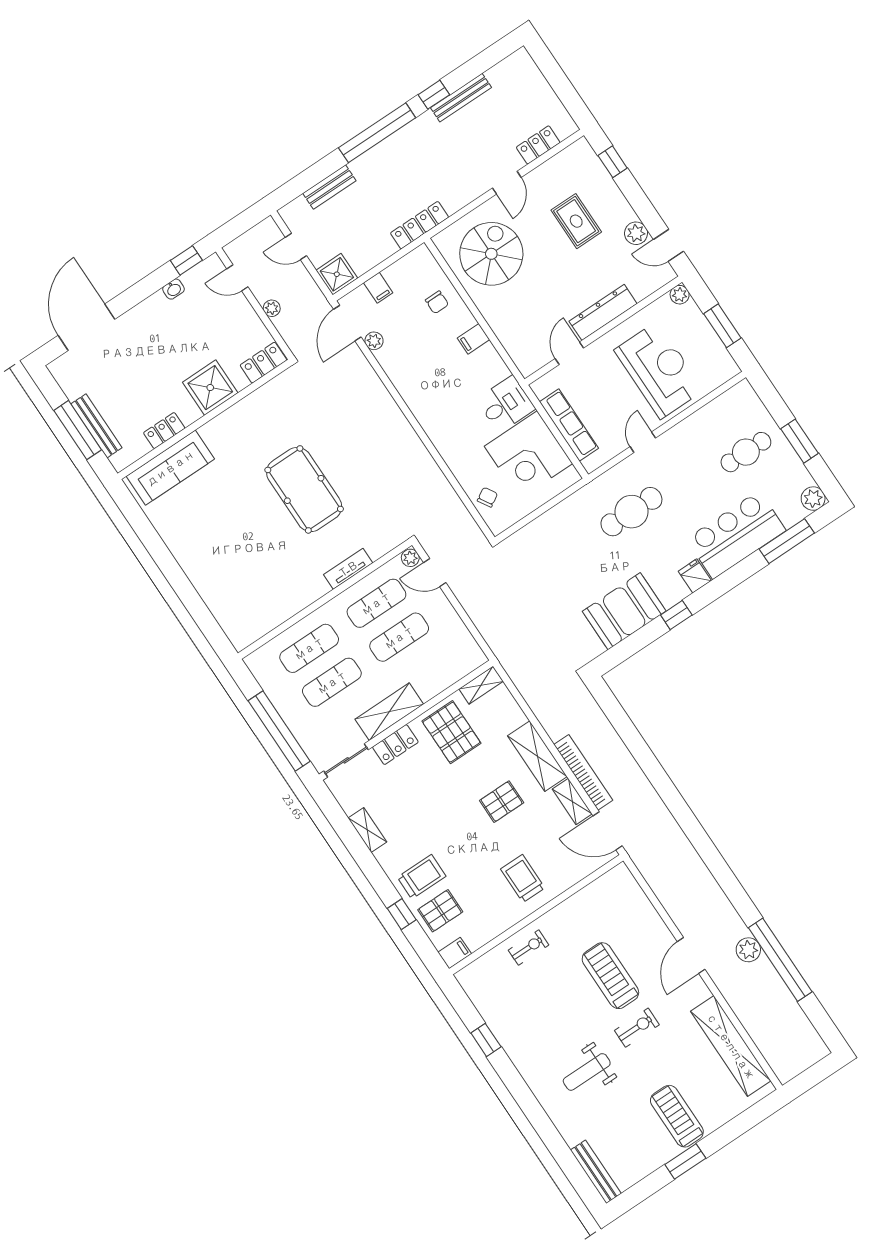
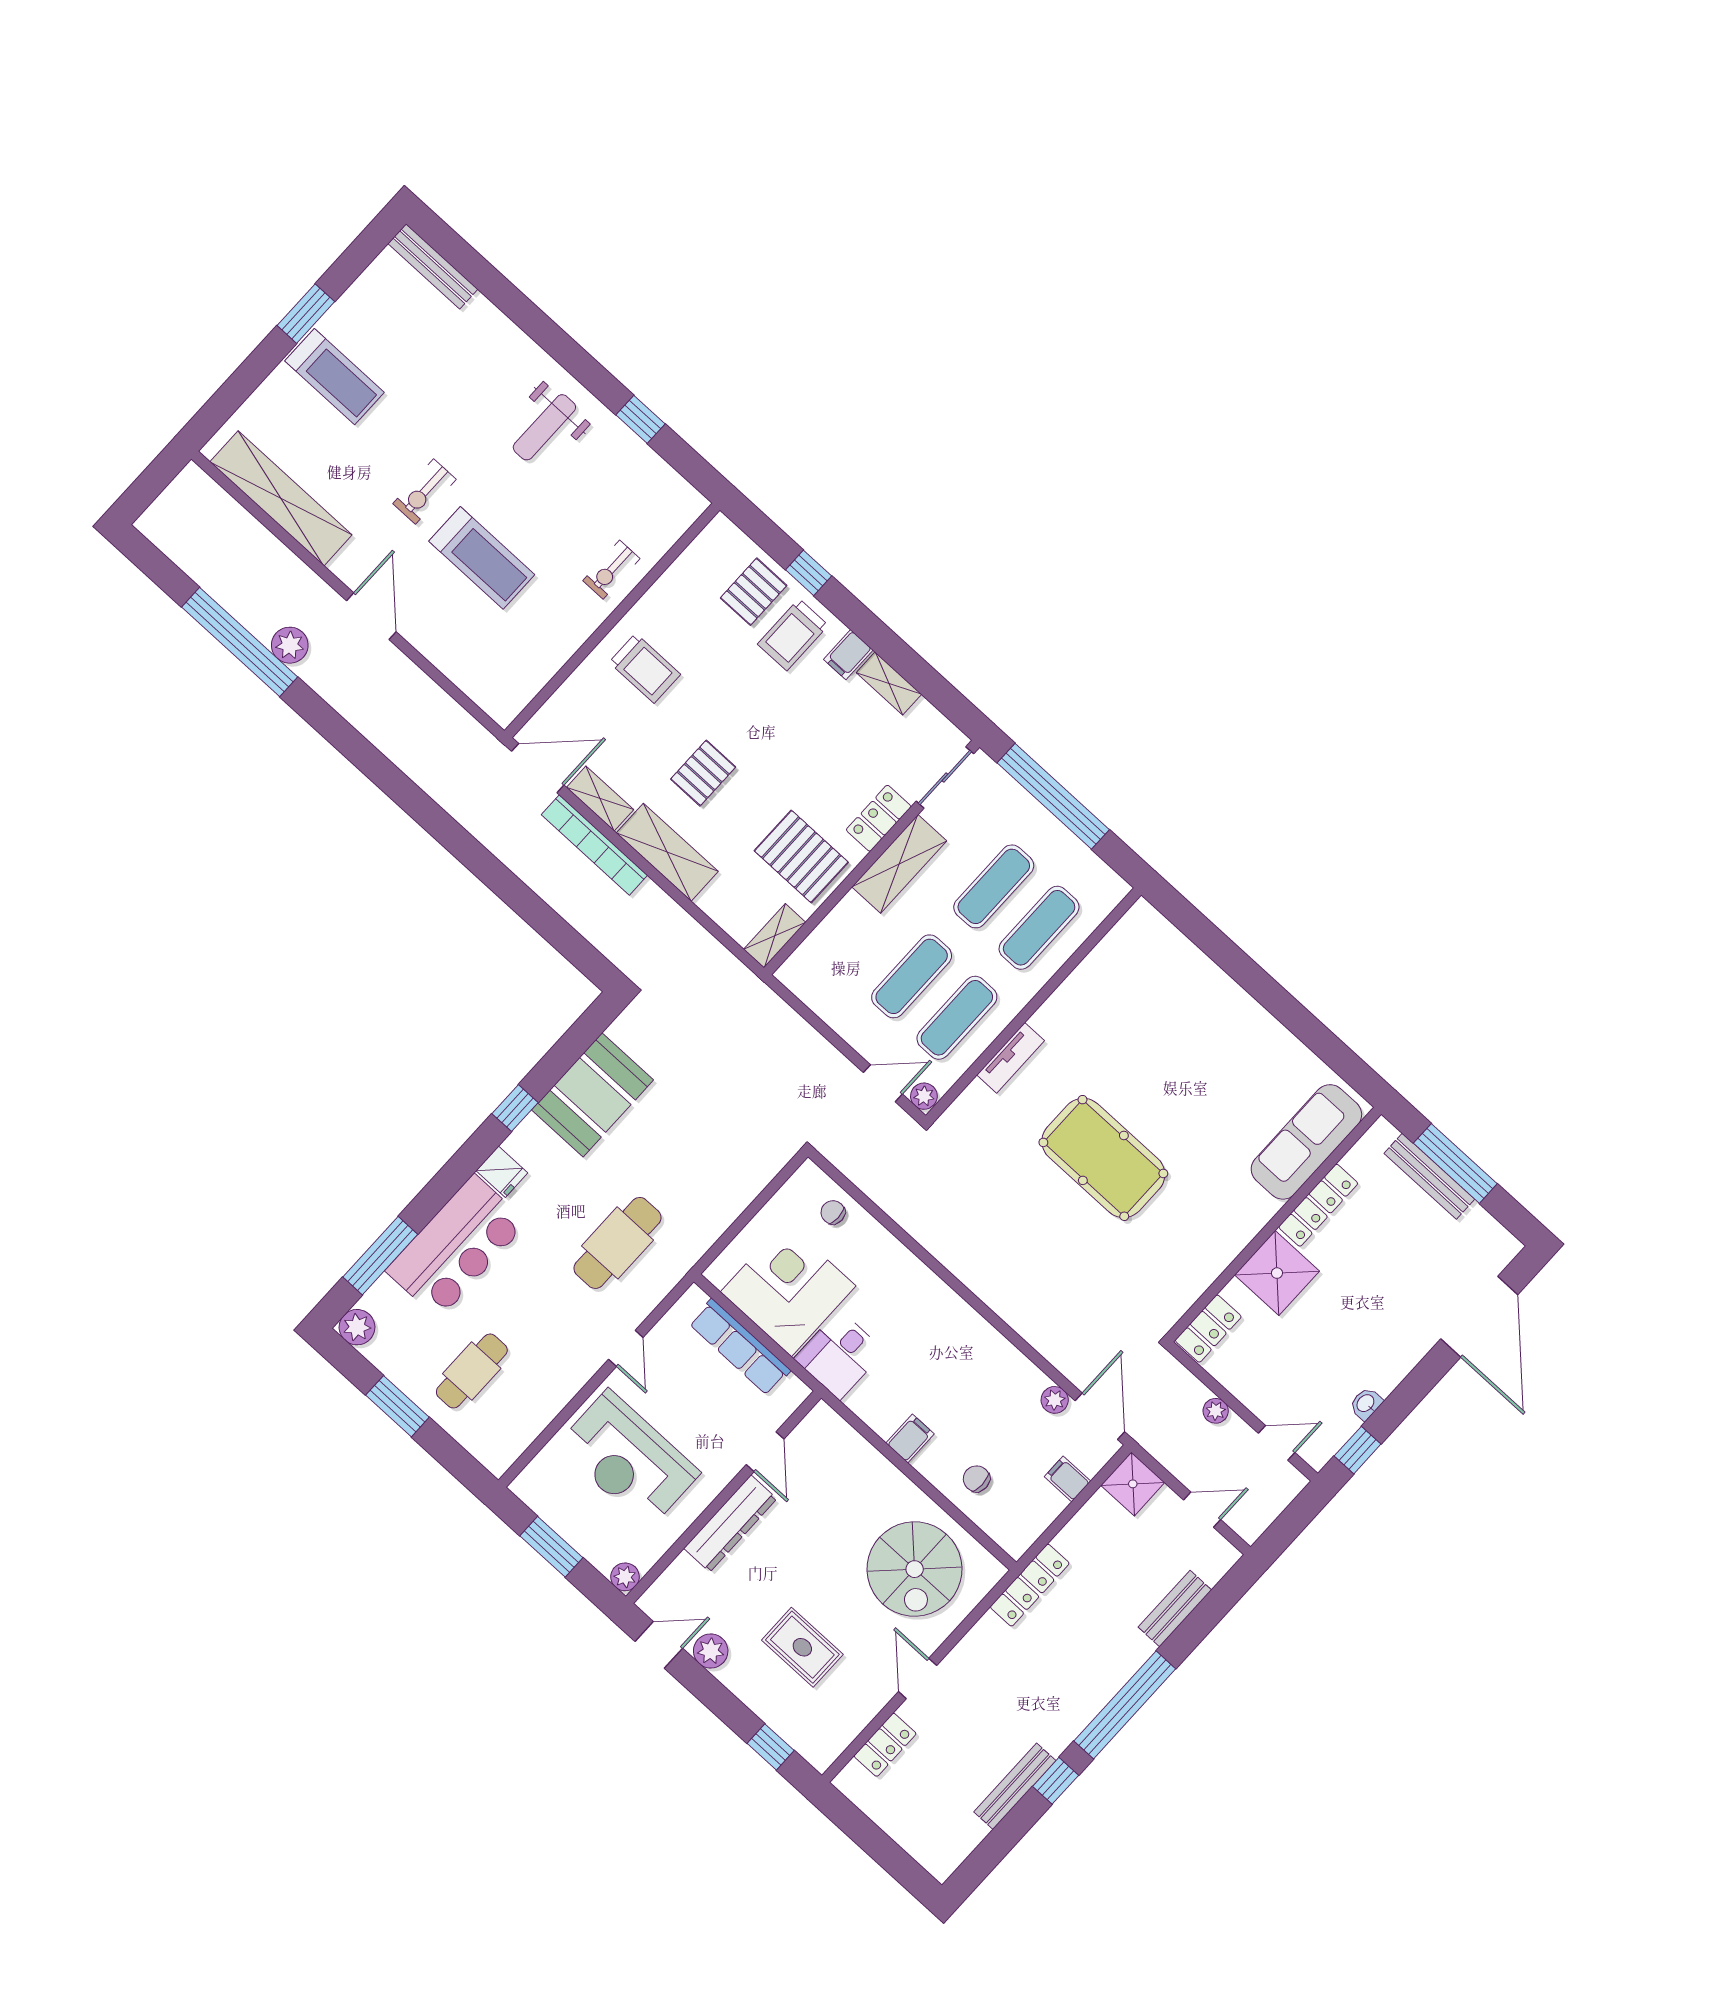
locker: (164, 431) -> (1318, 1205), width x1.53
chair: (487, 497) -> (833, 1212), turned 121
filing cabinet: (455, 953) -> (848, 655), moved
weight bench: (587, 1072) -> (544, 427), moved, turned 180

